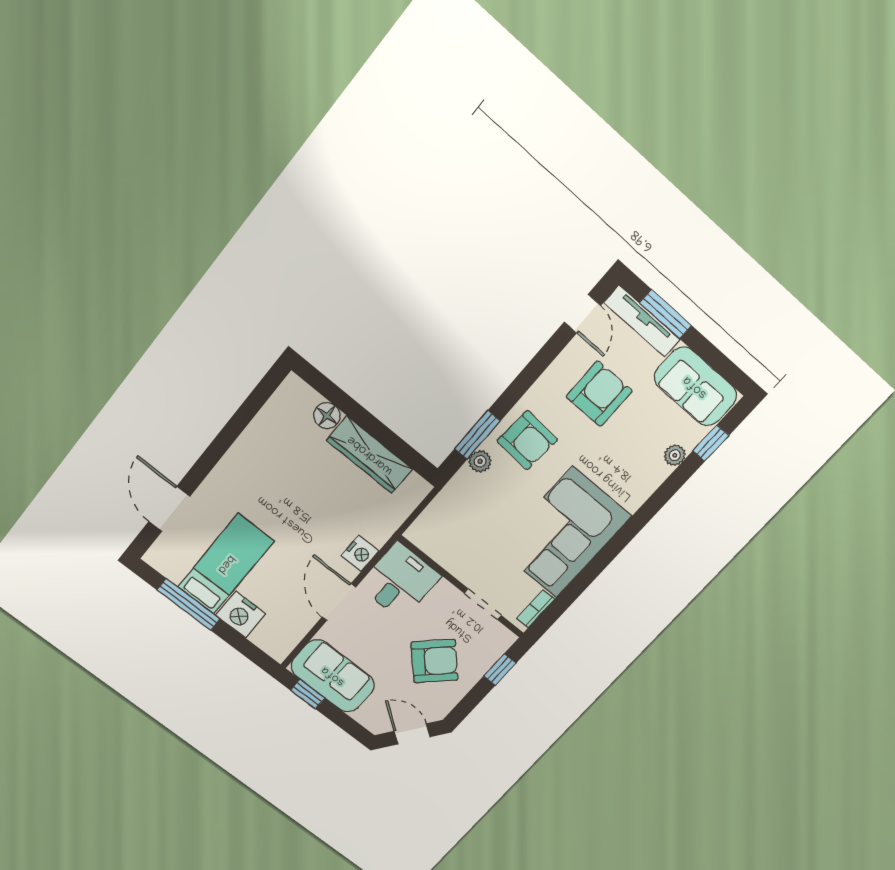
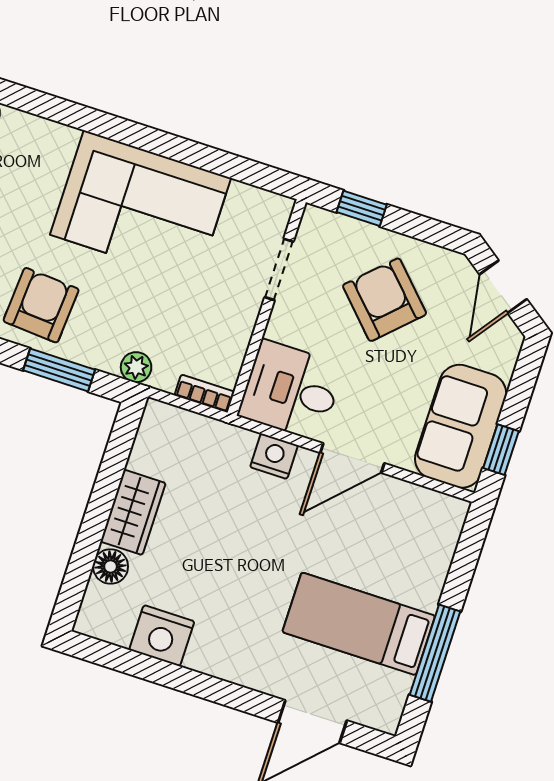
wardrobe: (370, 455) -> (133, 512), width x0.67
plant: (480, 461) -> (136, 367), moved
bookcase: (536, 609) -> (205, 393), moved, turned 180
nightstand: (241, 615) -> (162, 636), moved, turned 90

